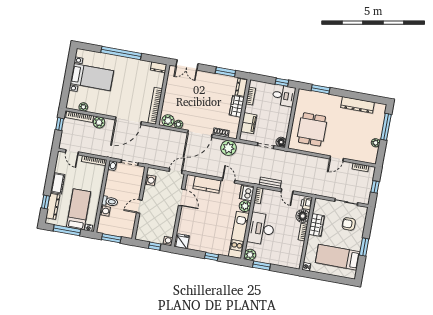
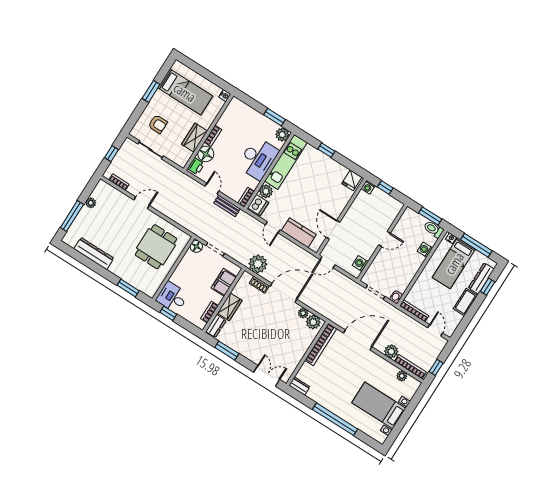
toilet: (110, 201) -> (434, 229), moved

